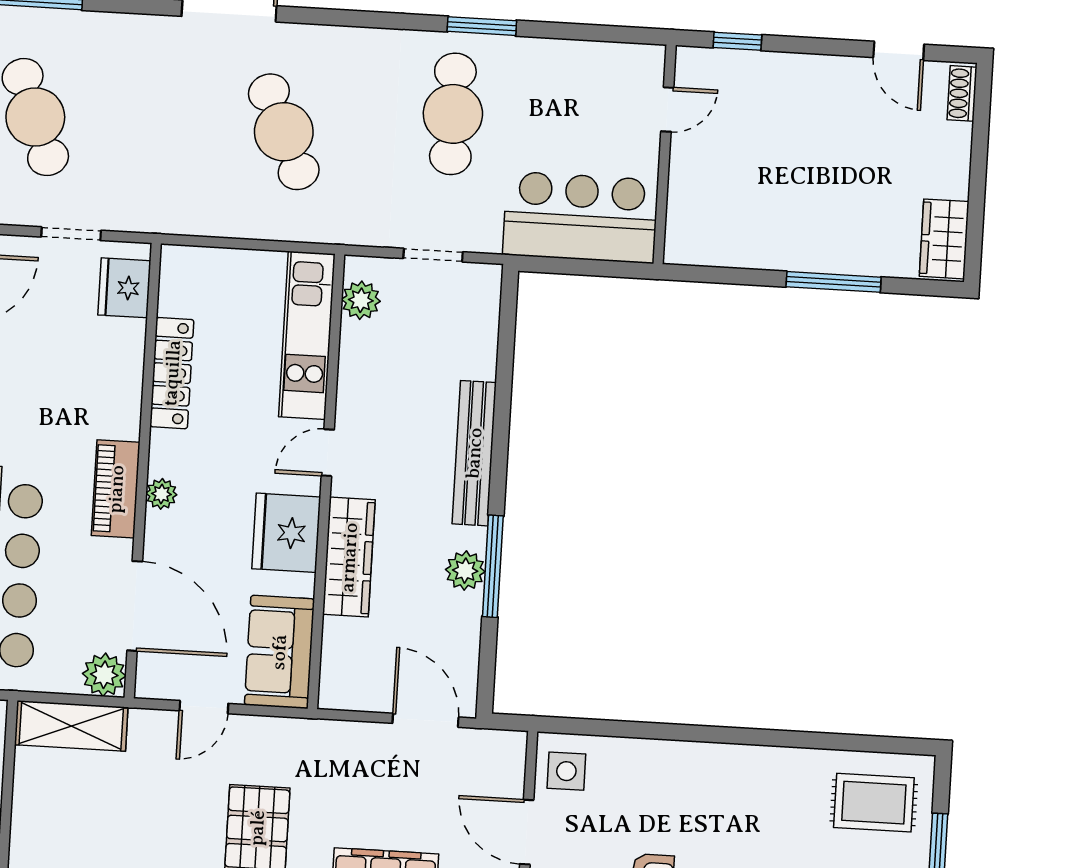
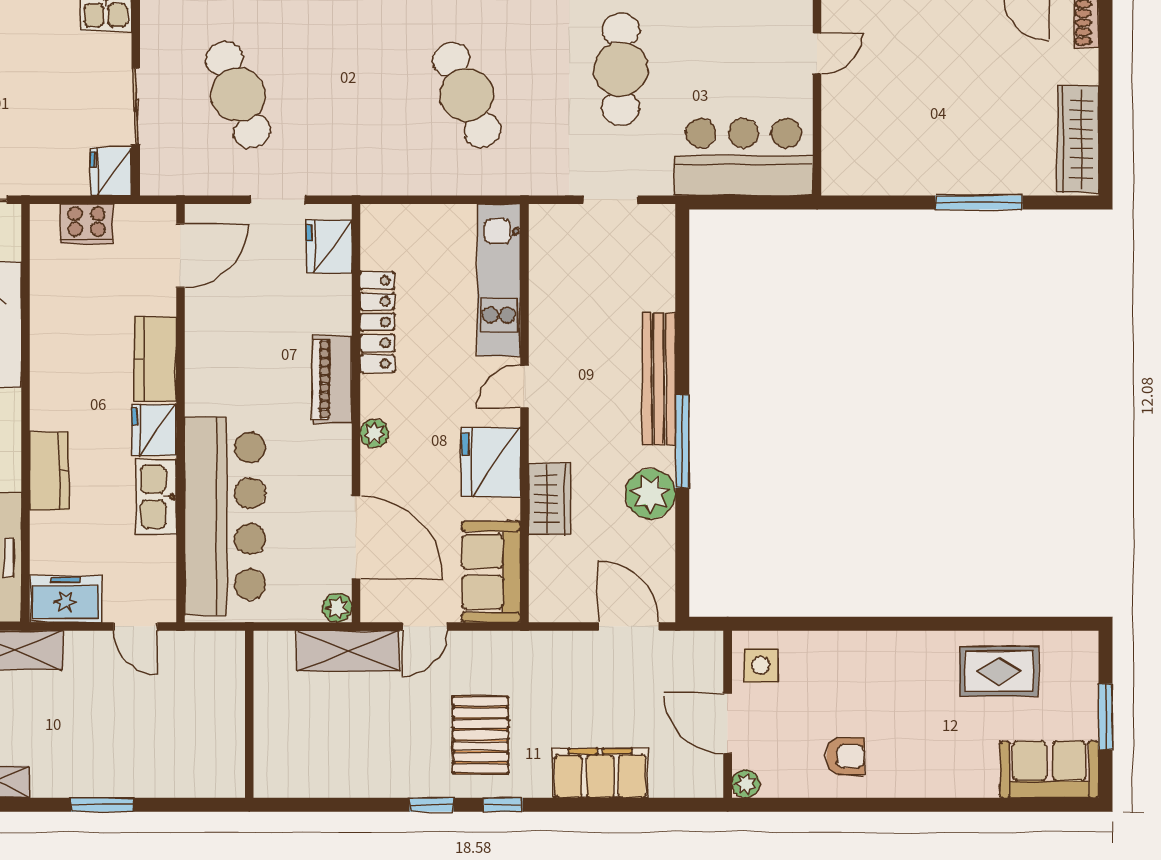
wardrobe: (944, 239) -> (1078, 139), width x1.50
plant: (361, 300) -> (547, 245), removed
piano: (116, 489) -> (332, 379), moved
wardrobe: (349, 557) -> (550, 499), width x0.67
window: (493, 566) -> (682, 441), moved
plant: (465, 571) -> (650, 494), width x1.36, depth x1.36
plant: (104, 675) -> (337, 608), width x0.73, depth x0.73
shelving: (71, 726) -> (348, 651), moved
rug: (874, 803) -> (999, 671), moved

